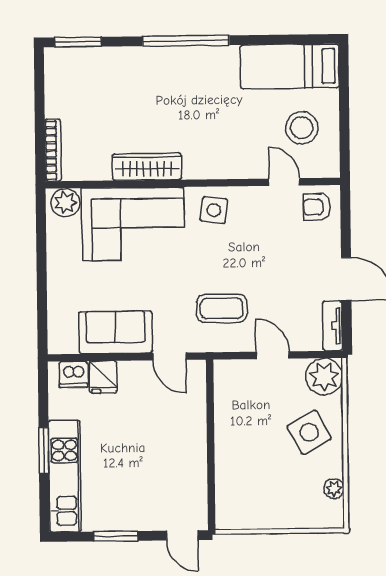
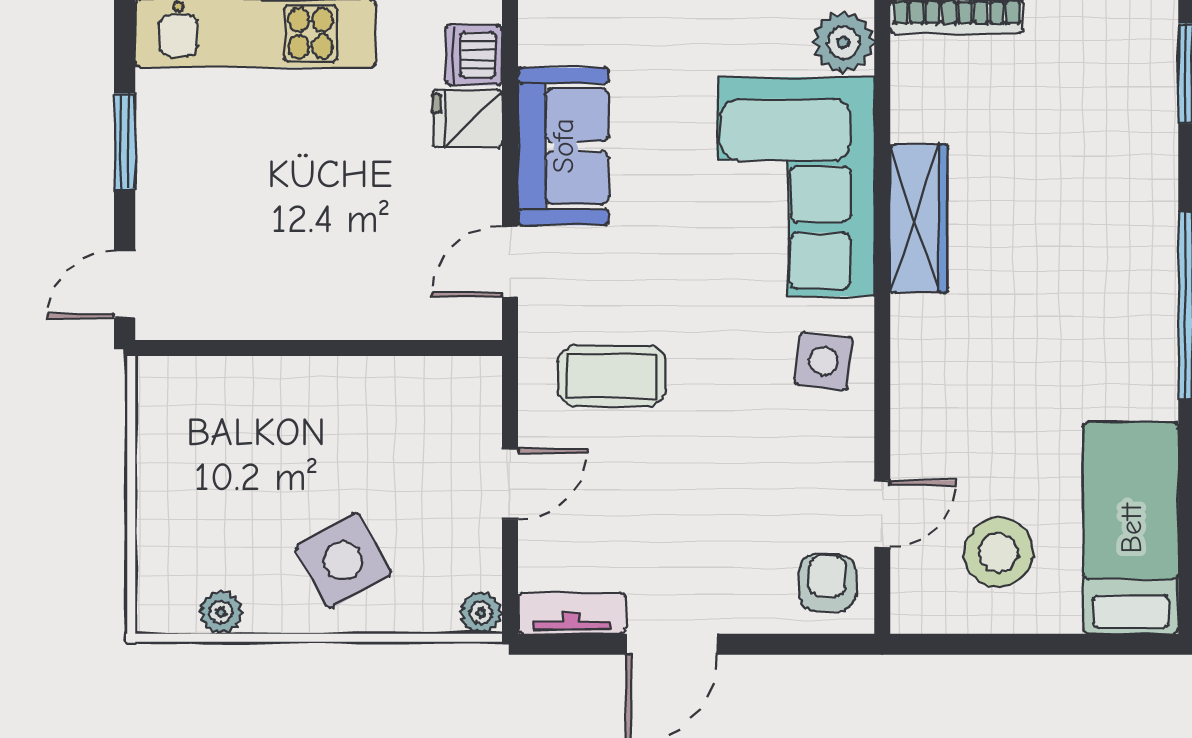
coffee table: (222, 308) -> (612, 376), turned 90
plant: (324, 377) -> (481, 613), width x0.53, depth x0.53

